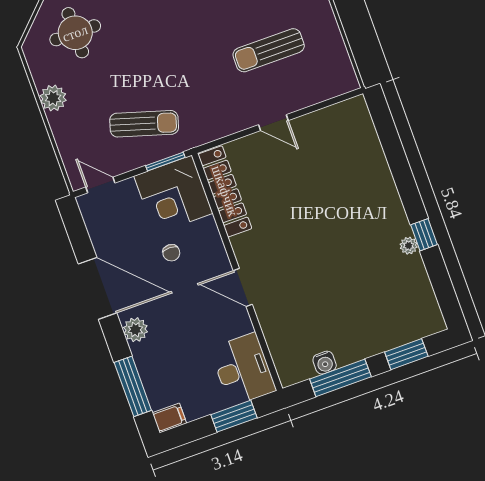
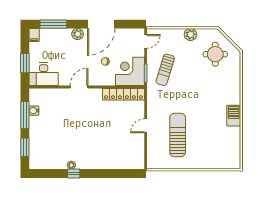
sun lounger: (269, 50) -> (178, 135), width x1.36, depth x1.34

